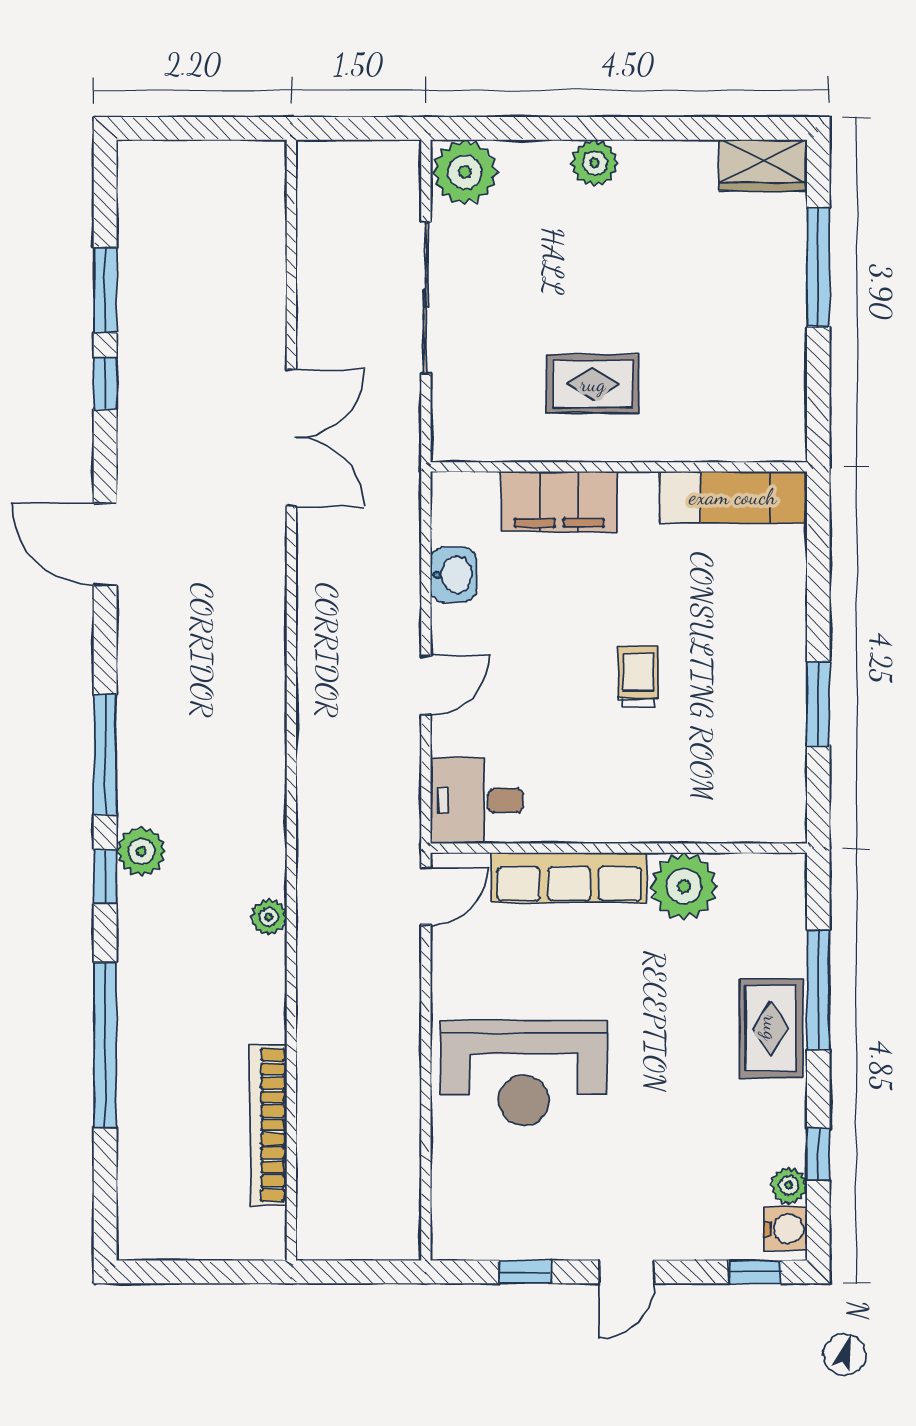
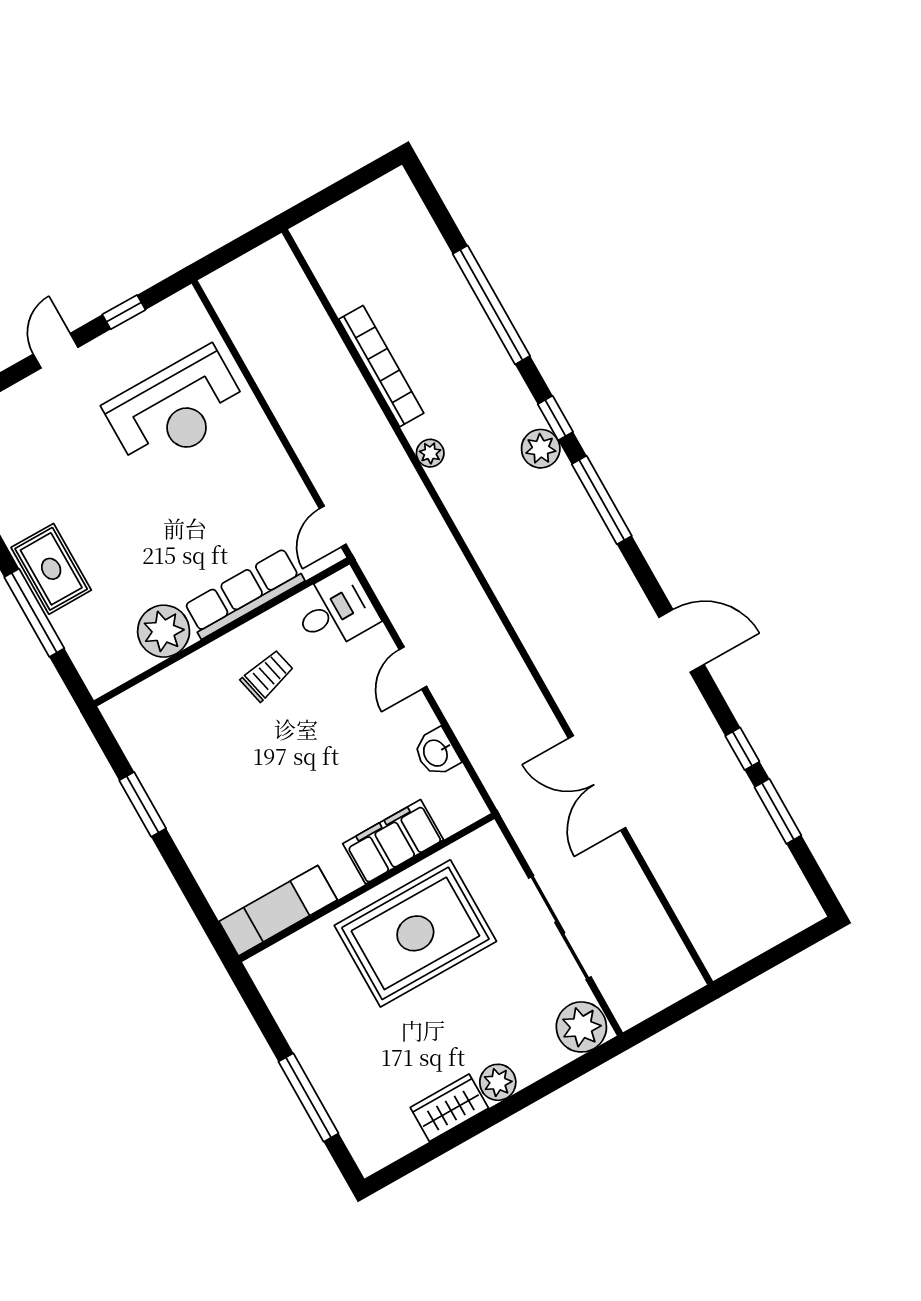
wardrobe: (763, 165) -> (449, 1108), moved
rug: (593, 384) -> (415, 933), width x1.86, depth x2.06
trolley: (638, 677) -> (267, 675), moved, turned -103
reception desk: (524, 1073) -> (176, 409), moved, turned 180
bookcase: (269, 1125) -> (381, 366), moved

